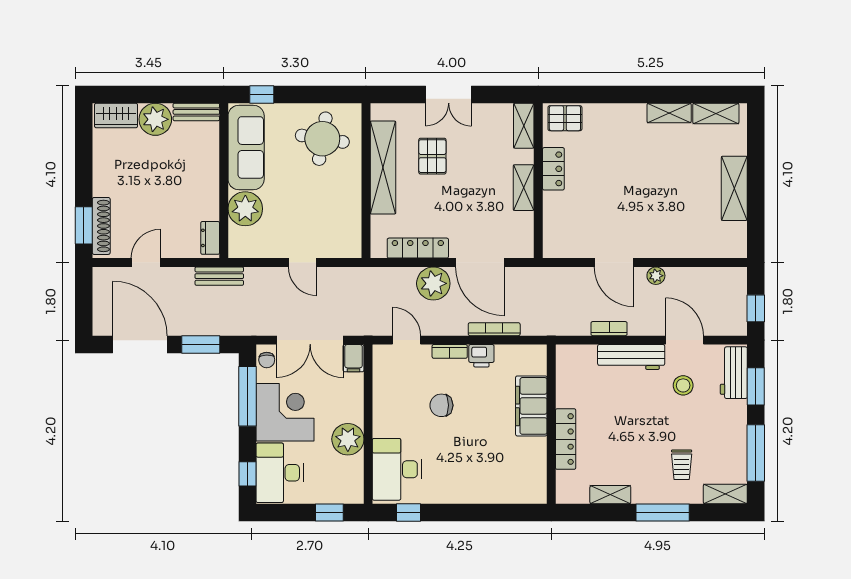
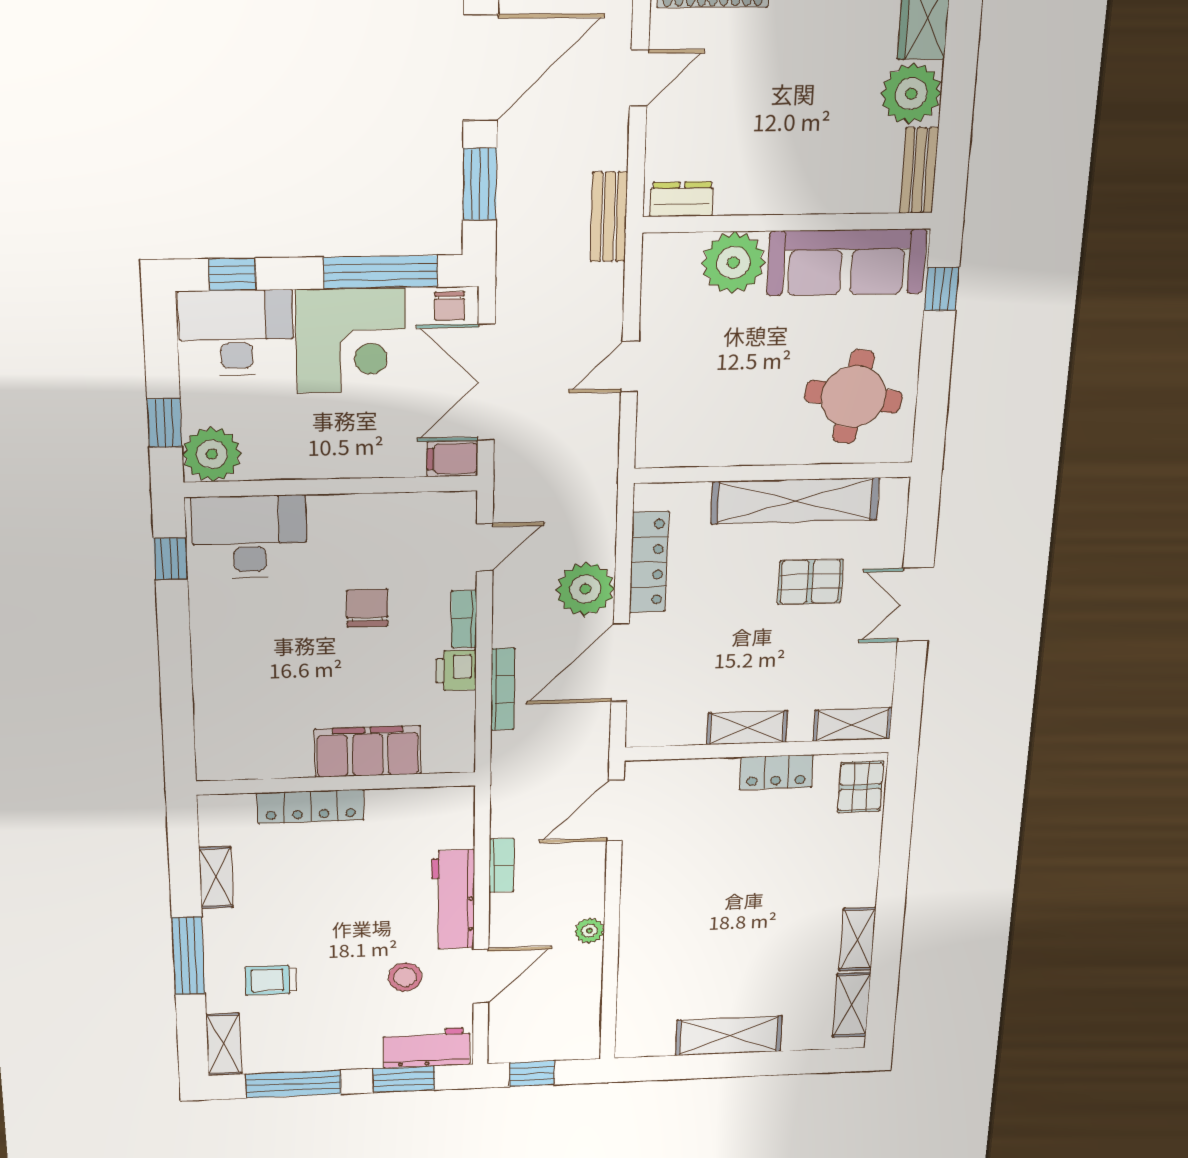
door: (146, 263) -> (639, 78), hinge flipped
door: (614, 263) -> (615, 811), moved
chair: (267, 360) -> (449, 306), turned -88
plant: (348, 439) -> (212, 454), moved

